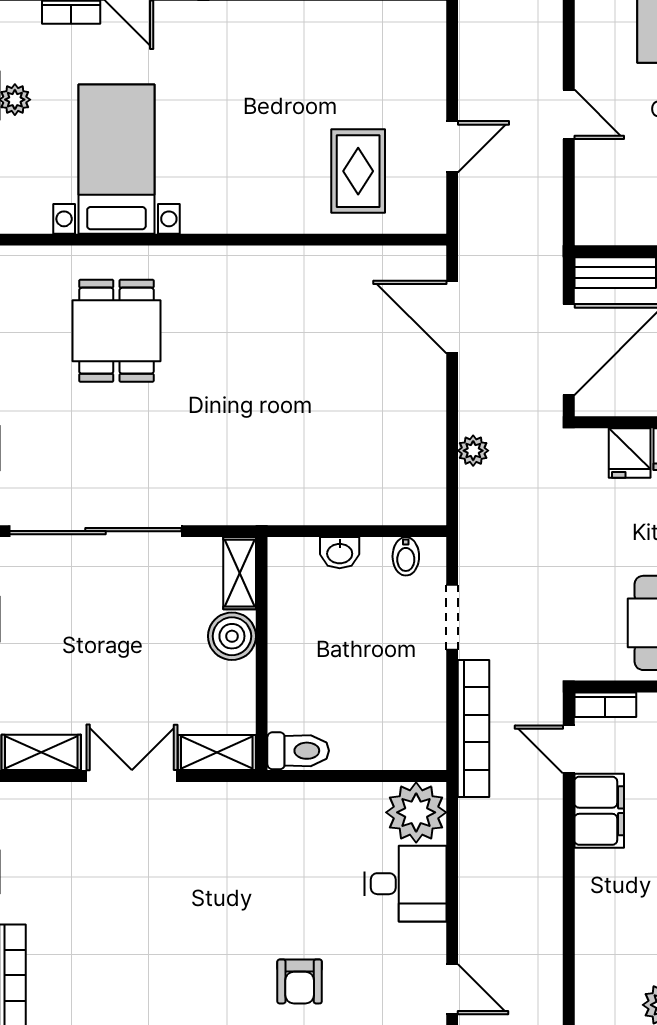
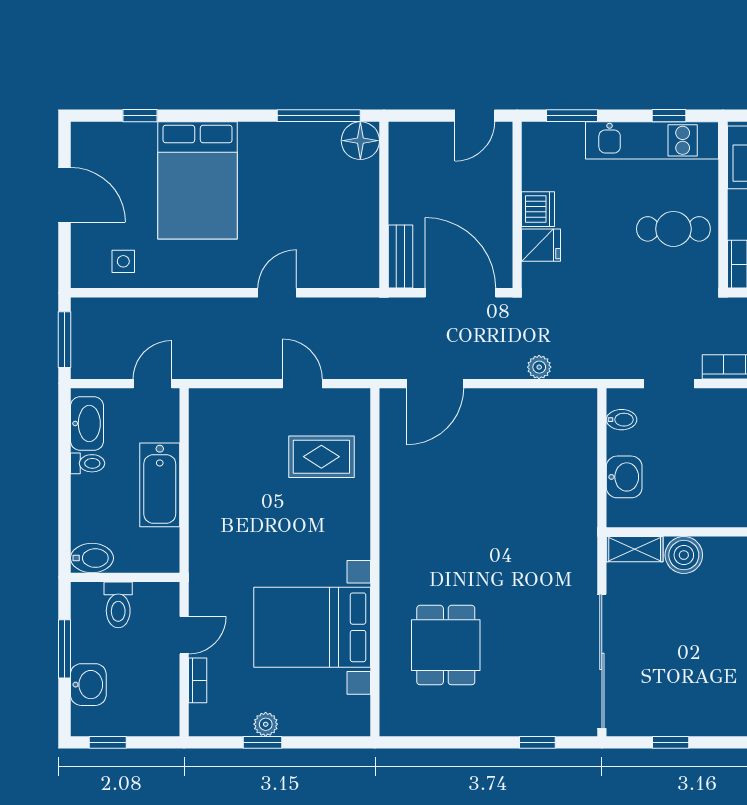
bed with nightstands: (116, 159) -> (312, 627), width x1.36
dining table: (116, 331) -> (446, 645), turned 90
washbasin: (340, 553) -> (624, 477), width x1.38, depth x1.45

